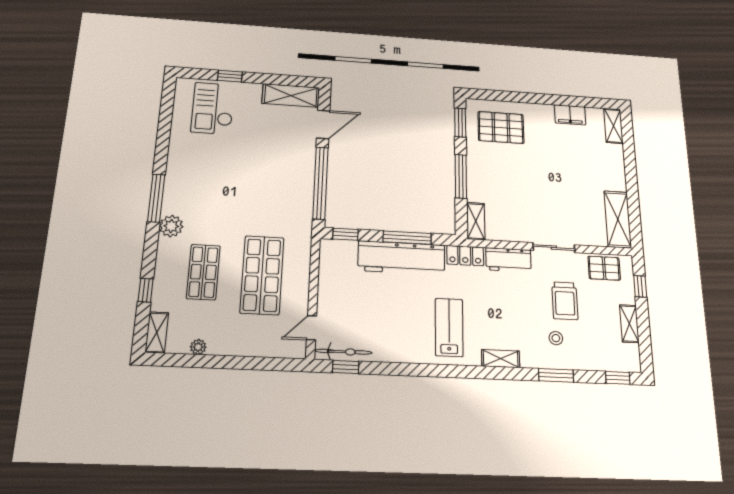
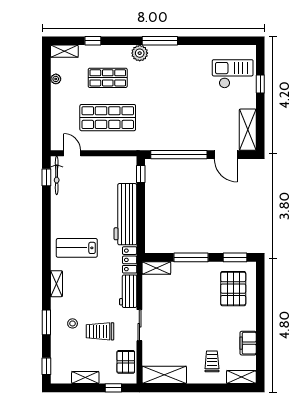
trolley: (596, 159) -> (212, 361), added
window: (407, 238) -> (141, 218), removed
lab bench: (449, 327) -> (77, 248), turned 180

